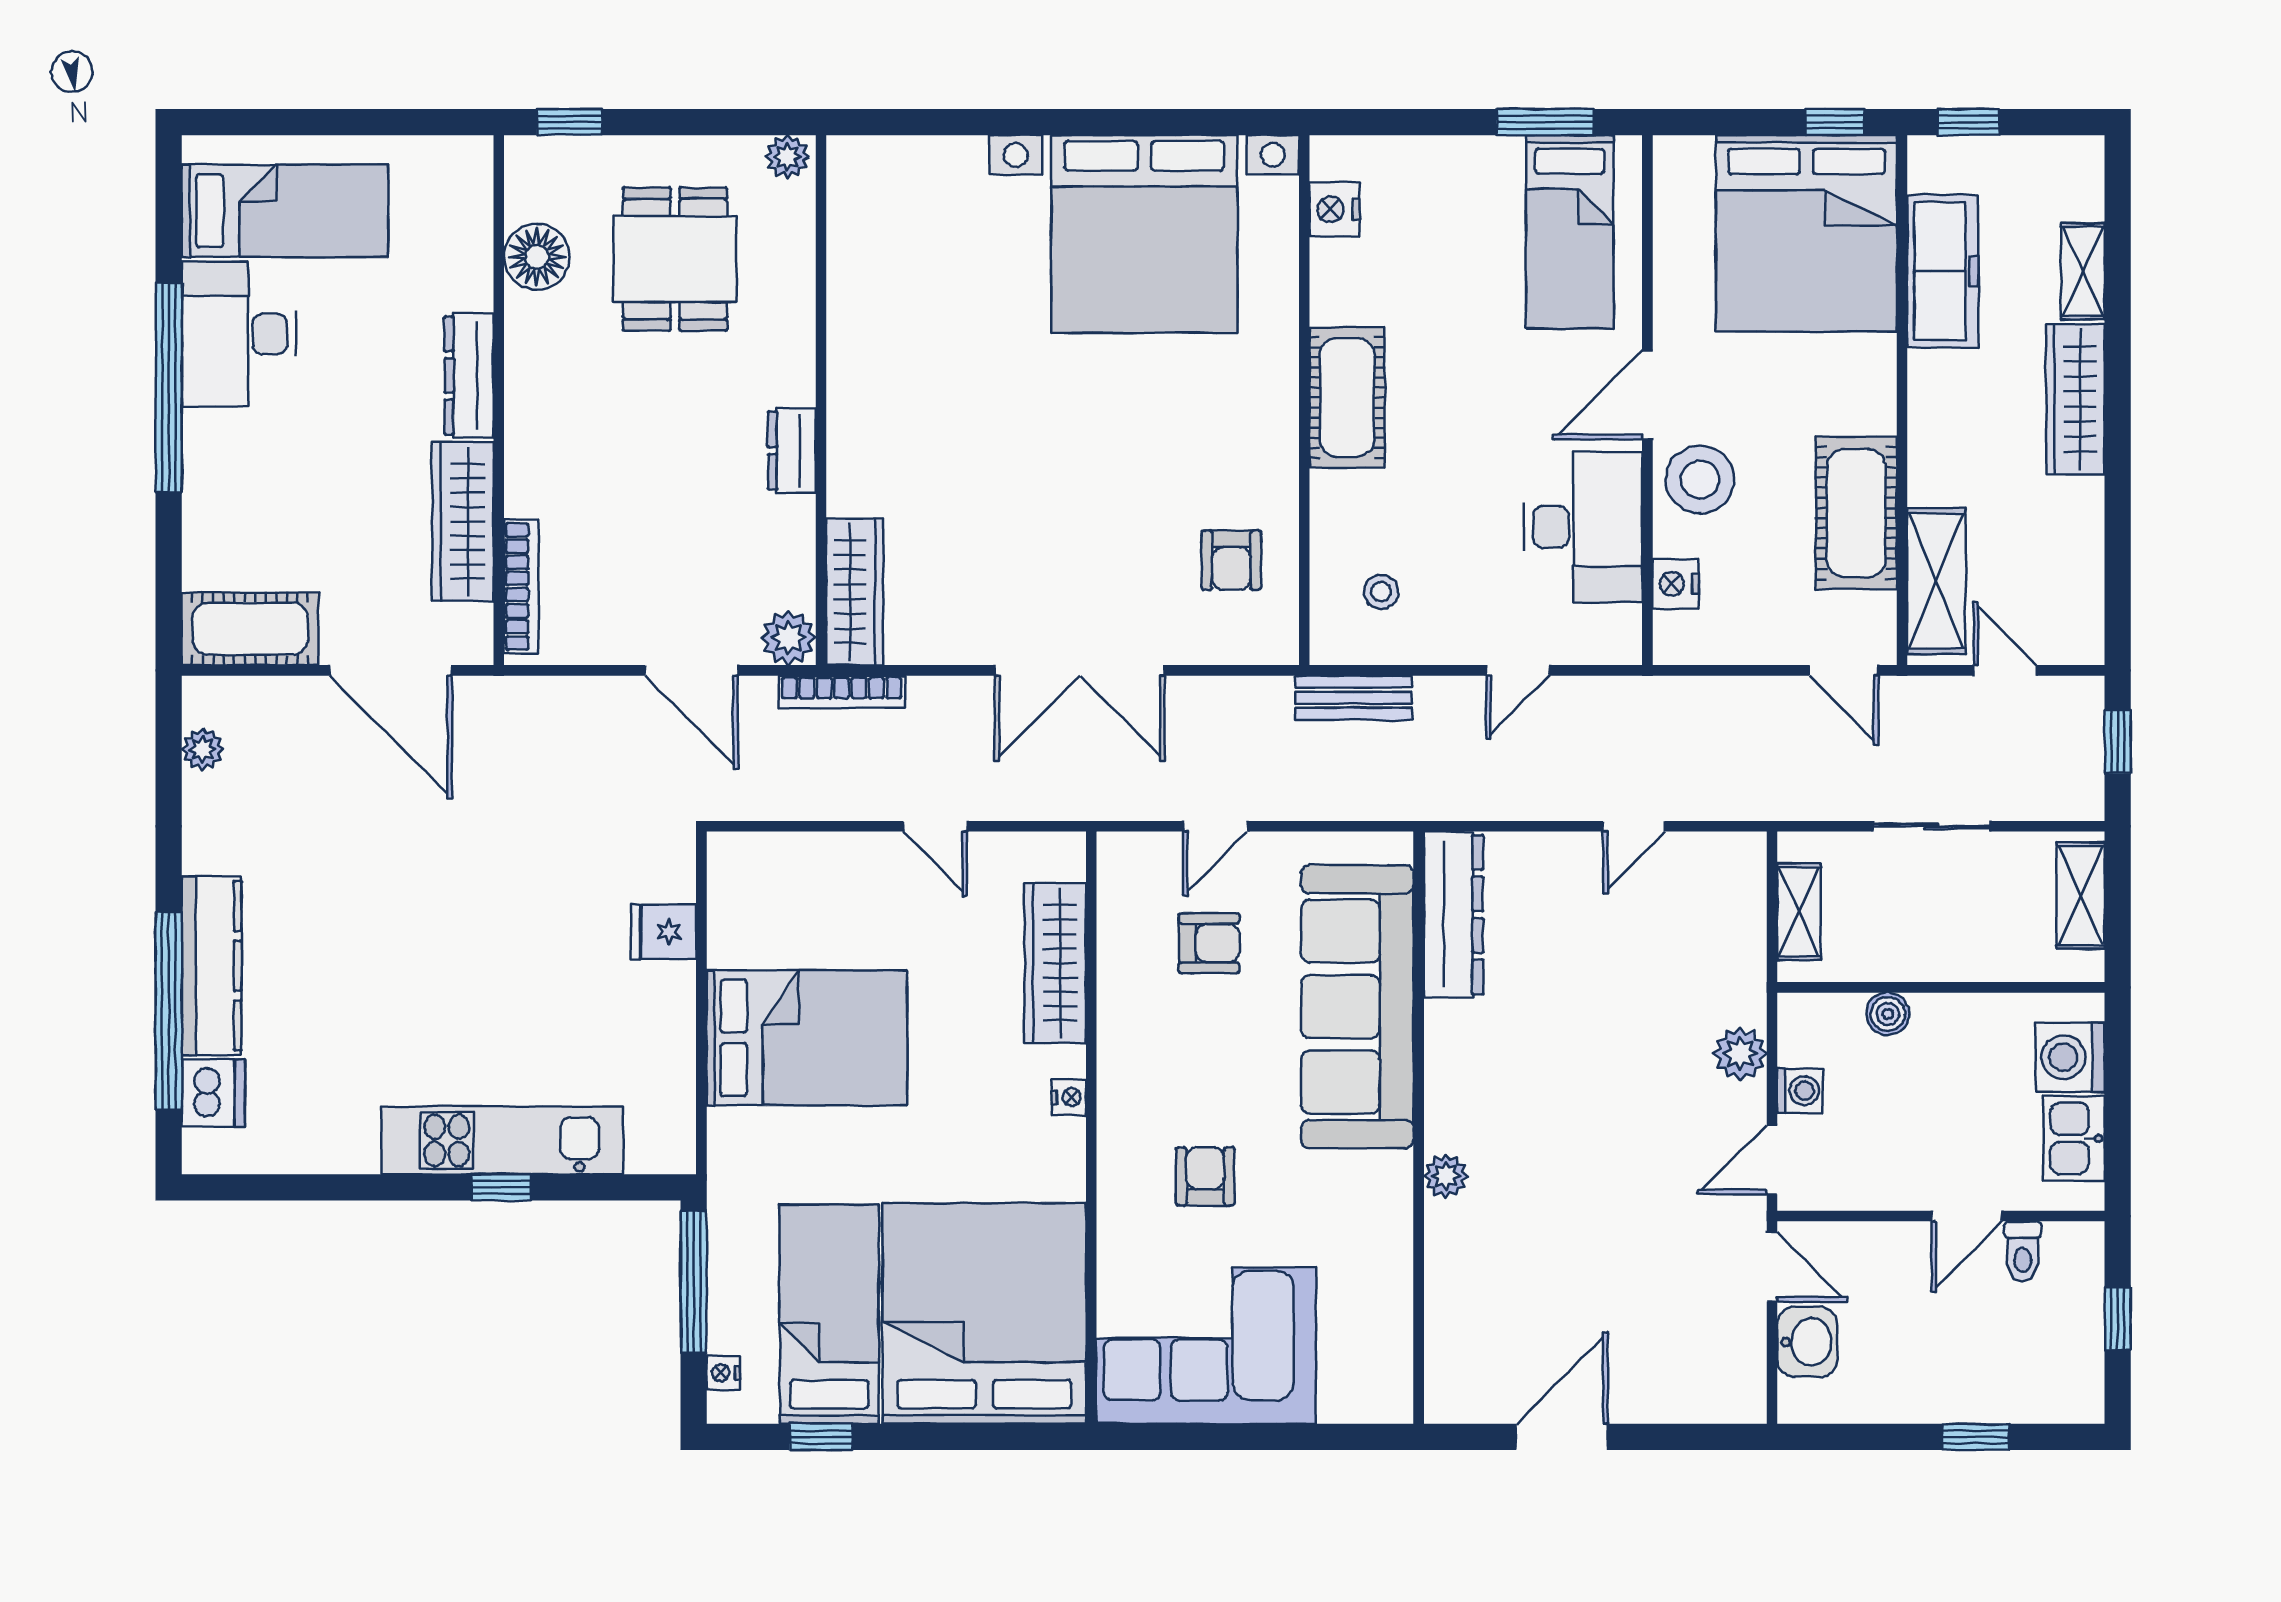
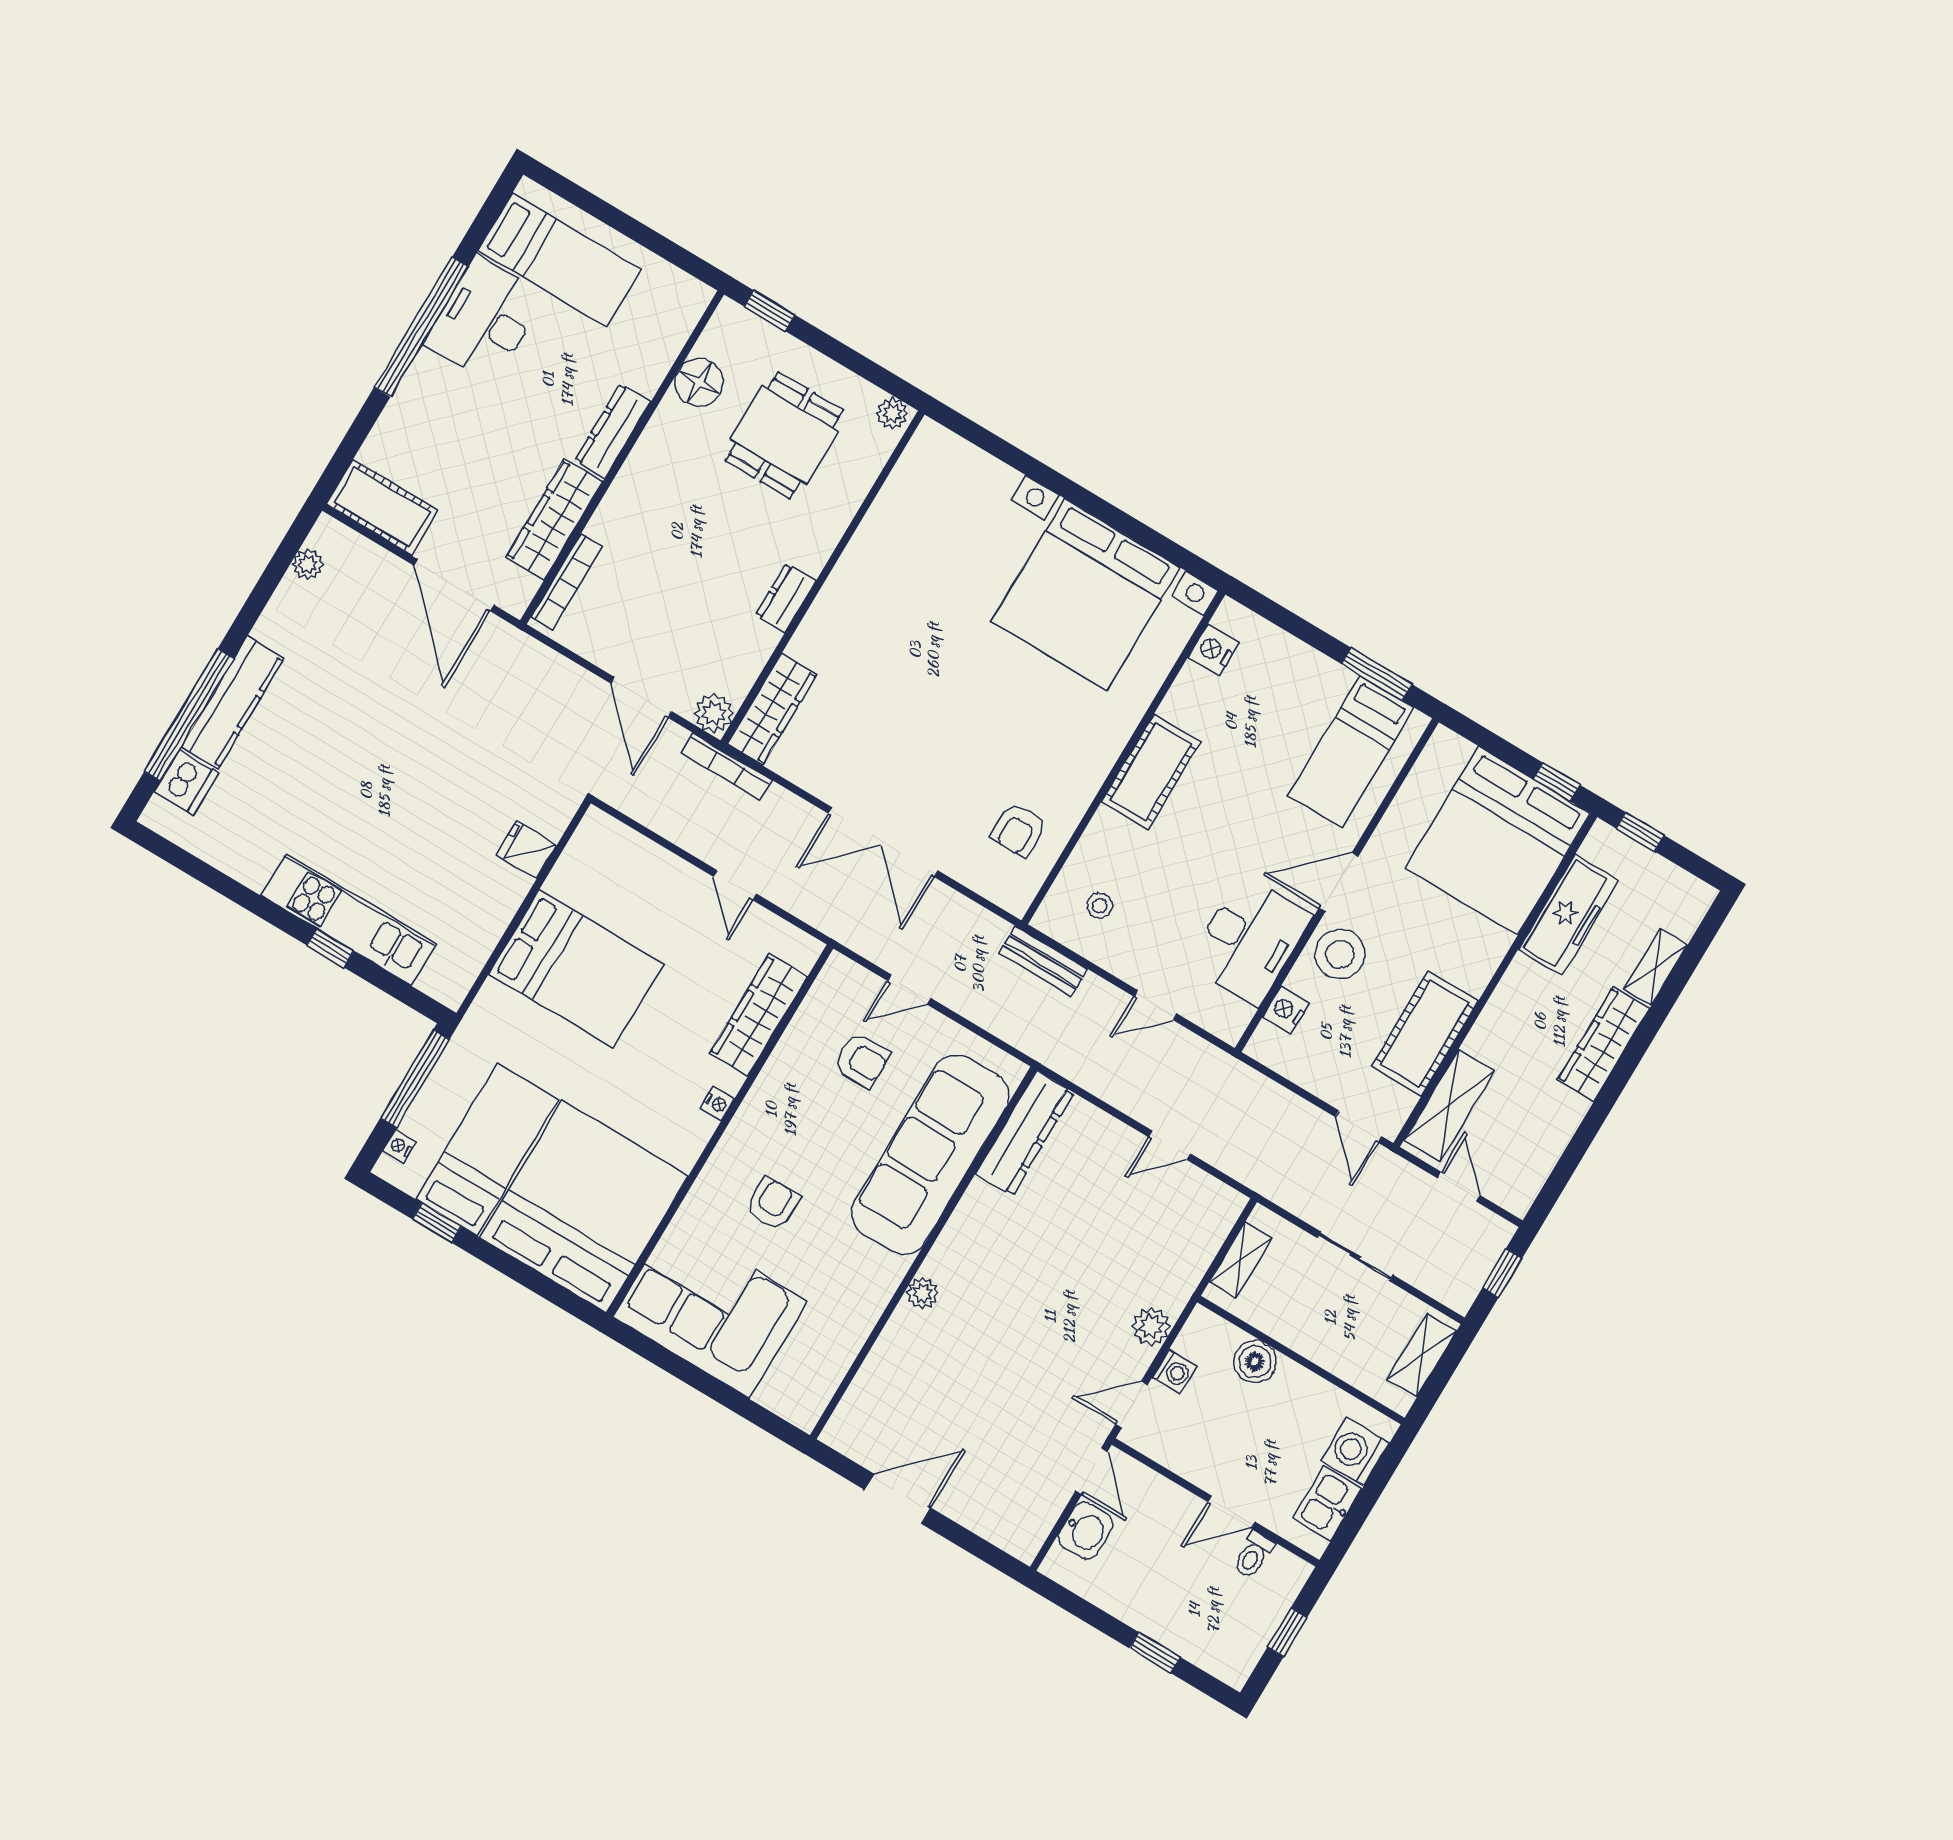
boiler: (1888, 1014) -> (1255, 1362), width x1.36, depth x1.36

